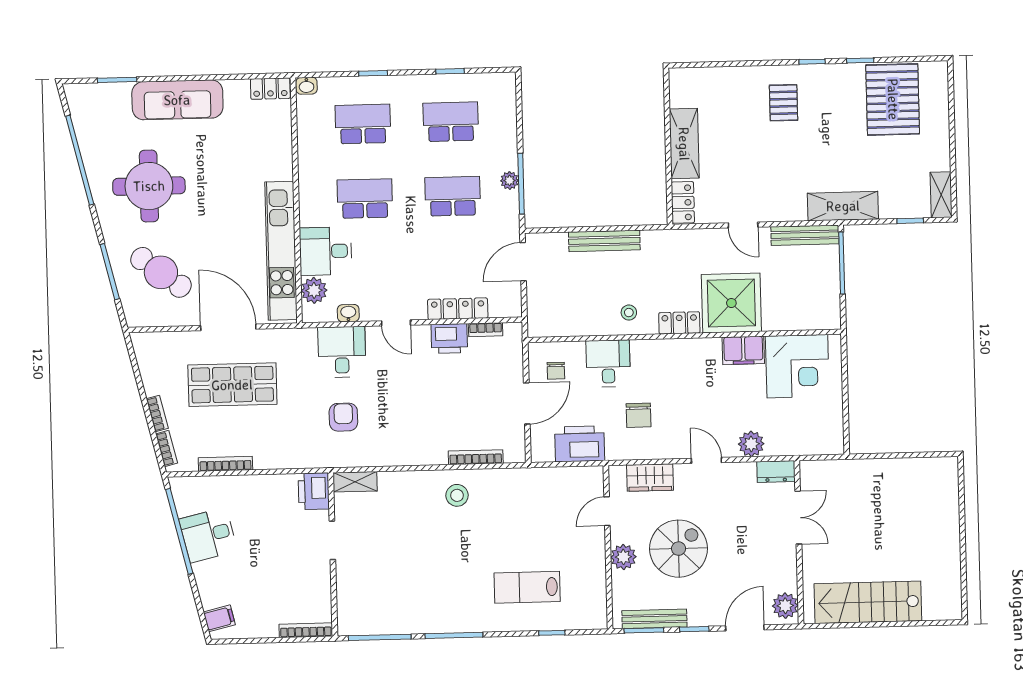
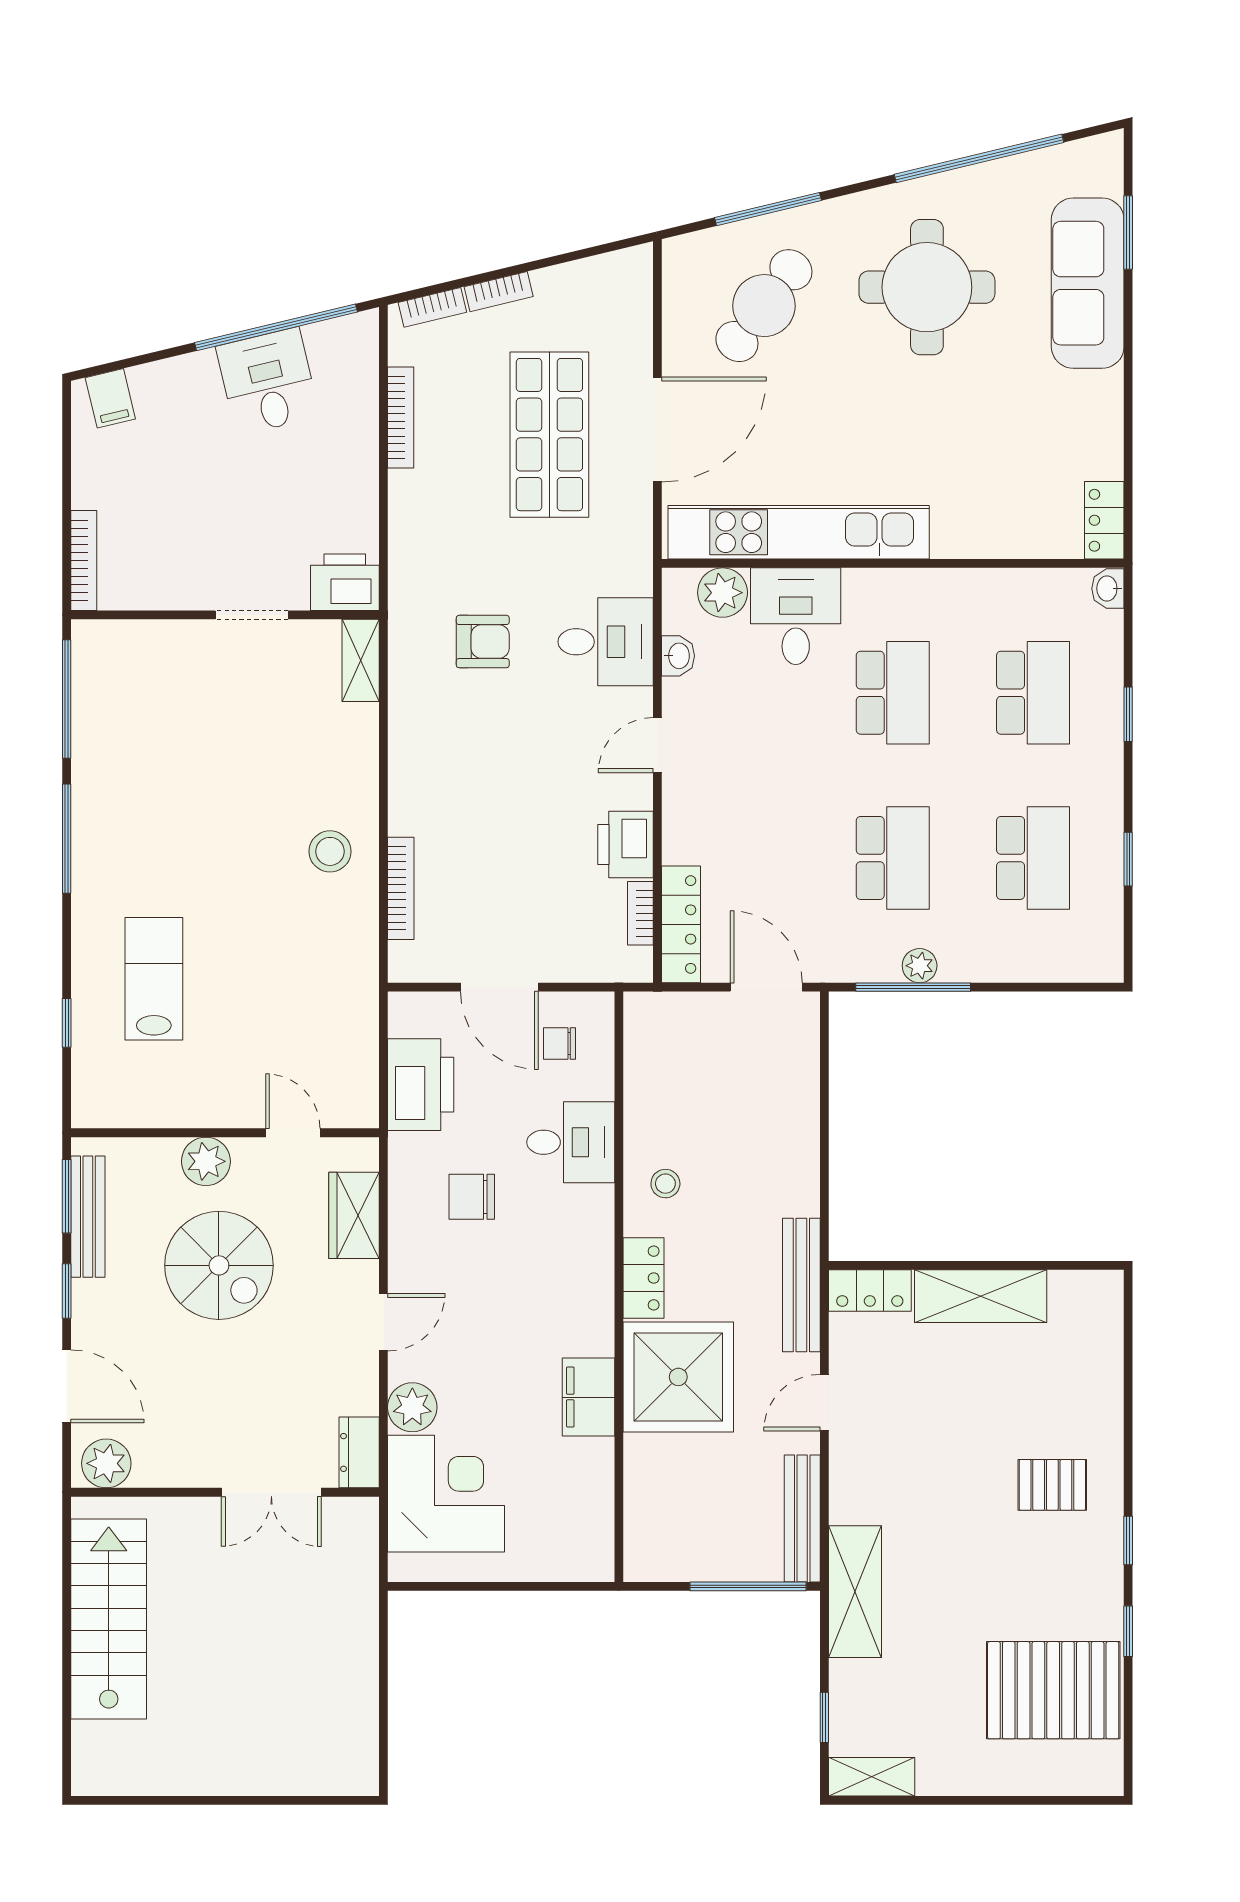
sofa: (177, 100) -> (1088, 283), moved
bench: (604, 241) -> (801, 1285), moved
locker: (458, 309) -> (681, 924), moved
corner desk: (797, 366) -> (446, 1494), moved, turned 180

